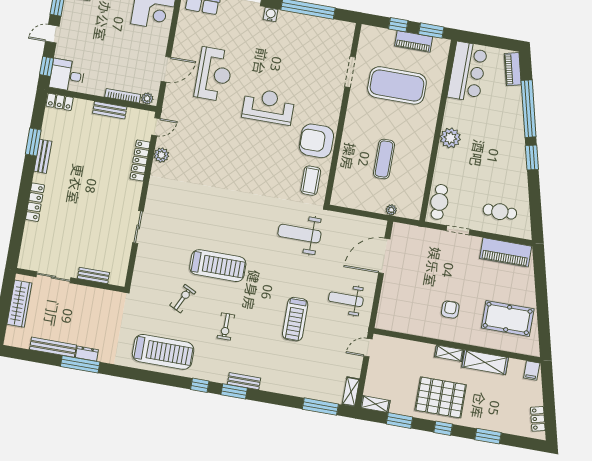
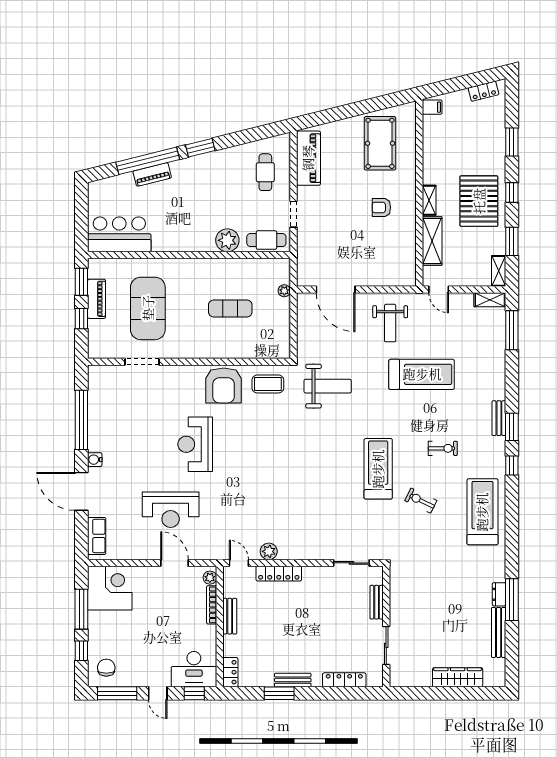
piano: (513, 69) -> (152, 174), moved
reception desk: (214, 74) -> (171, 510), turned 180
desk: (67, 75) -> (194, 669), width x1.37
plant: (450, 138) -> (227, 240), moved
weight bench: (299, 234) -> (328, 386), turned -90
bench: (93, 275) -> (377, 602), moved
sliding door: (53, 277) -> (386, 645), moved
wall: (70, 280) -> (386, 627), moved
treadmill: (295, 319) -> (422, 374), width x1.37, depth x1.38
shelving: (485, 362) -> (432, 241), moved

